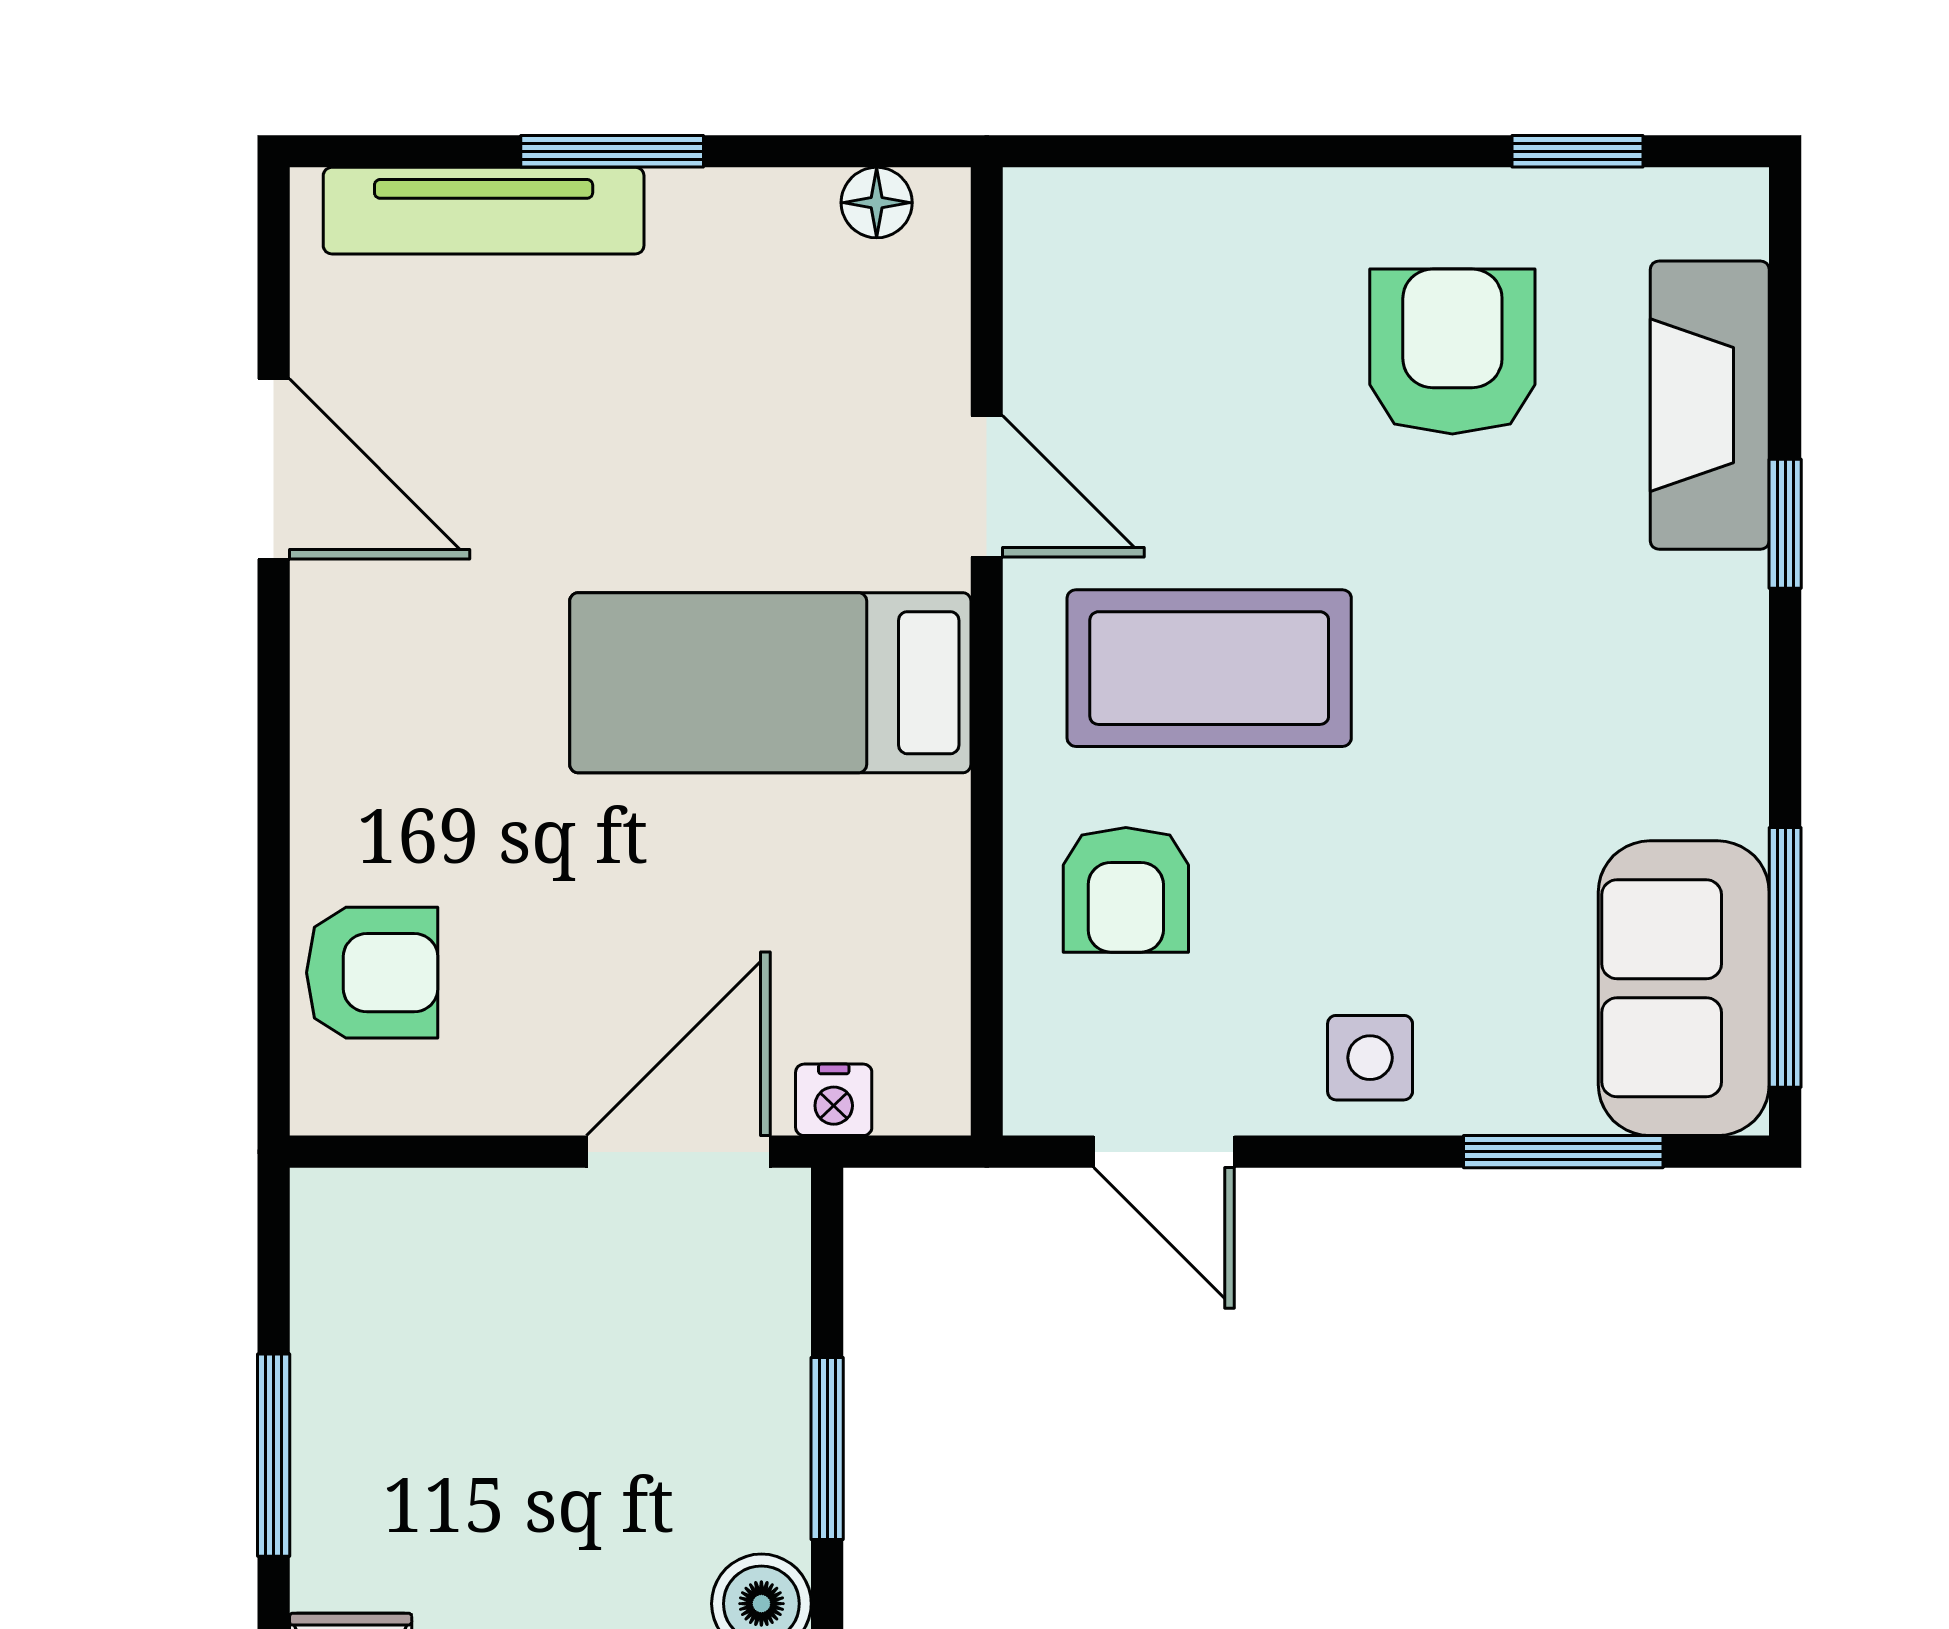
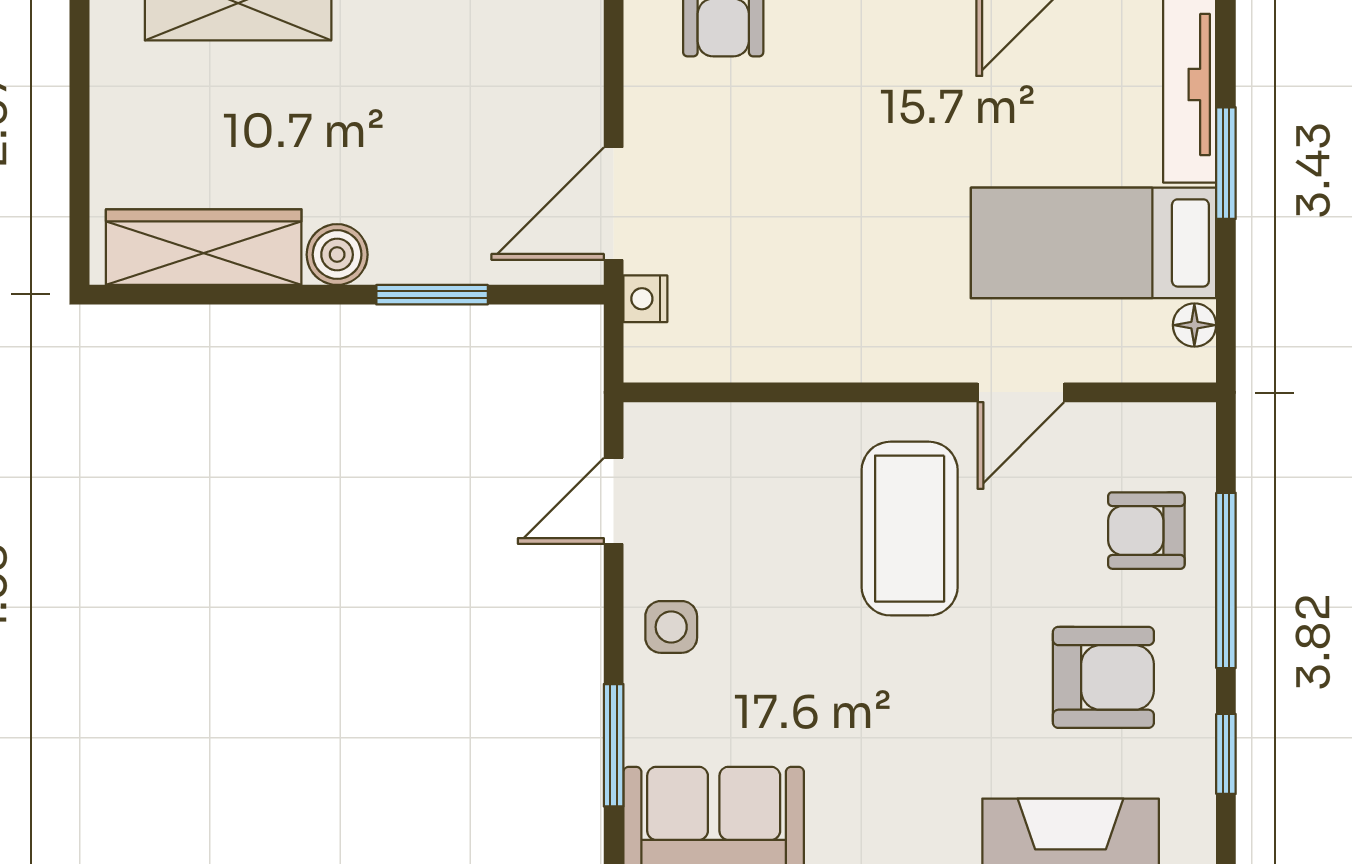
window: (1294, 151) -> (1226, 580), added
bed: (770, 683) -> (1093, 243), moved, turned -90
armchair: (1126, 890) -> (1146, 531), moved
door: (678, 1152) -> (614, 204), swing flipped

